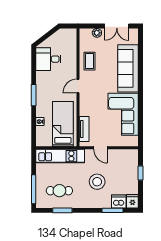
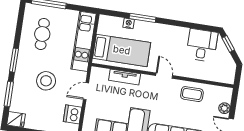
window: (44, 38) -> (228, 44), added
window: (34, 95) -> (143, 18), moved
tv unit: (84, 129) -> (125, 77), moved
dishwasher: (119, 202) -> (73, 114), moved, turned 180
window: (62, 210) -> (14, 60), moved

